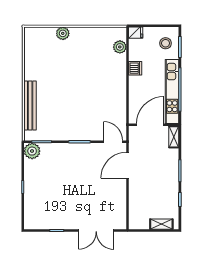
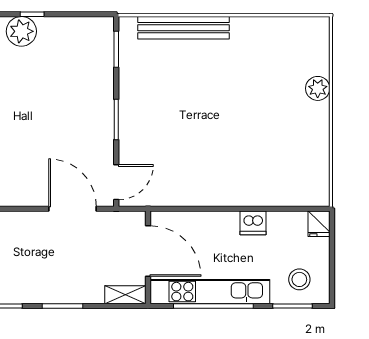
plant: (120, 47) -> (292, 194), removed
plant: (32, 151) -> (21, 31), moved

